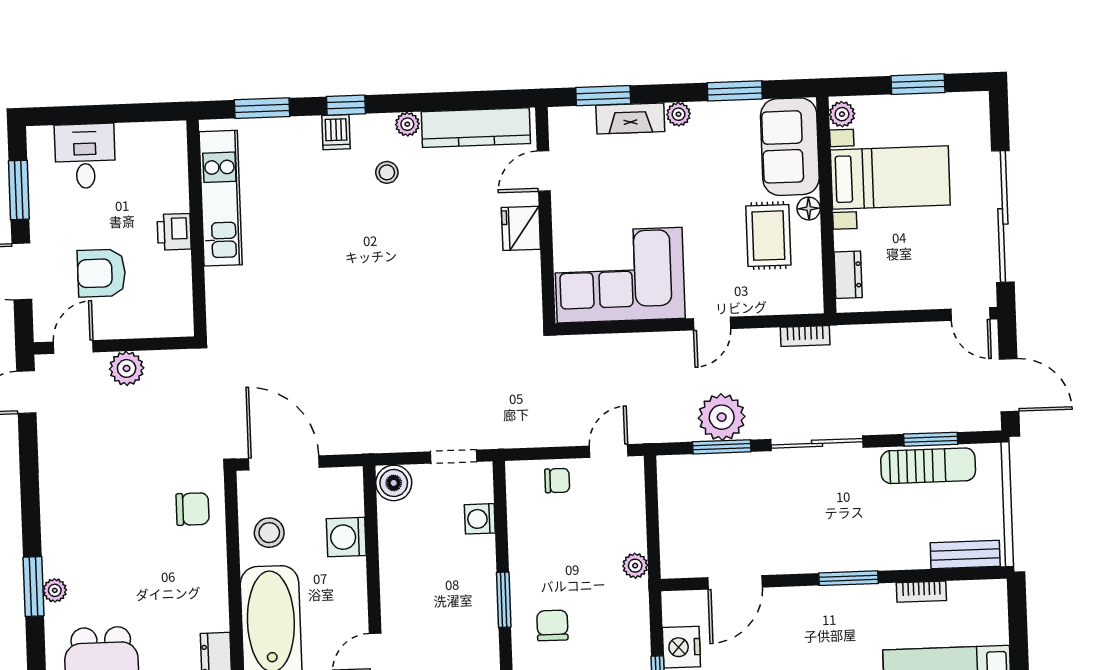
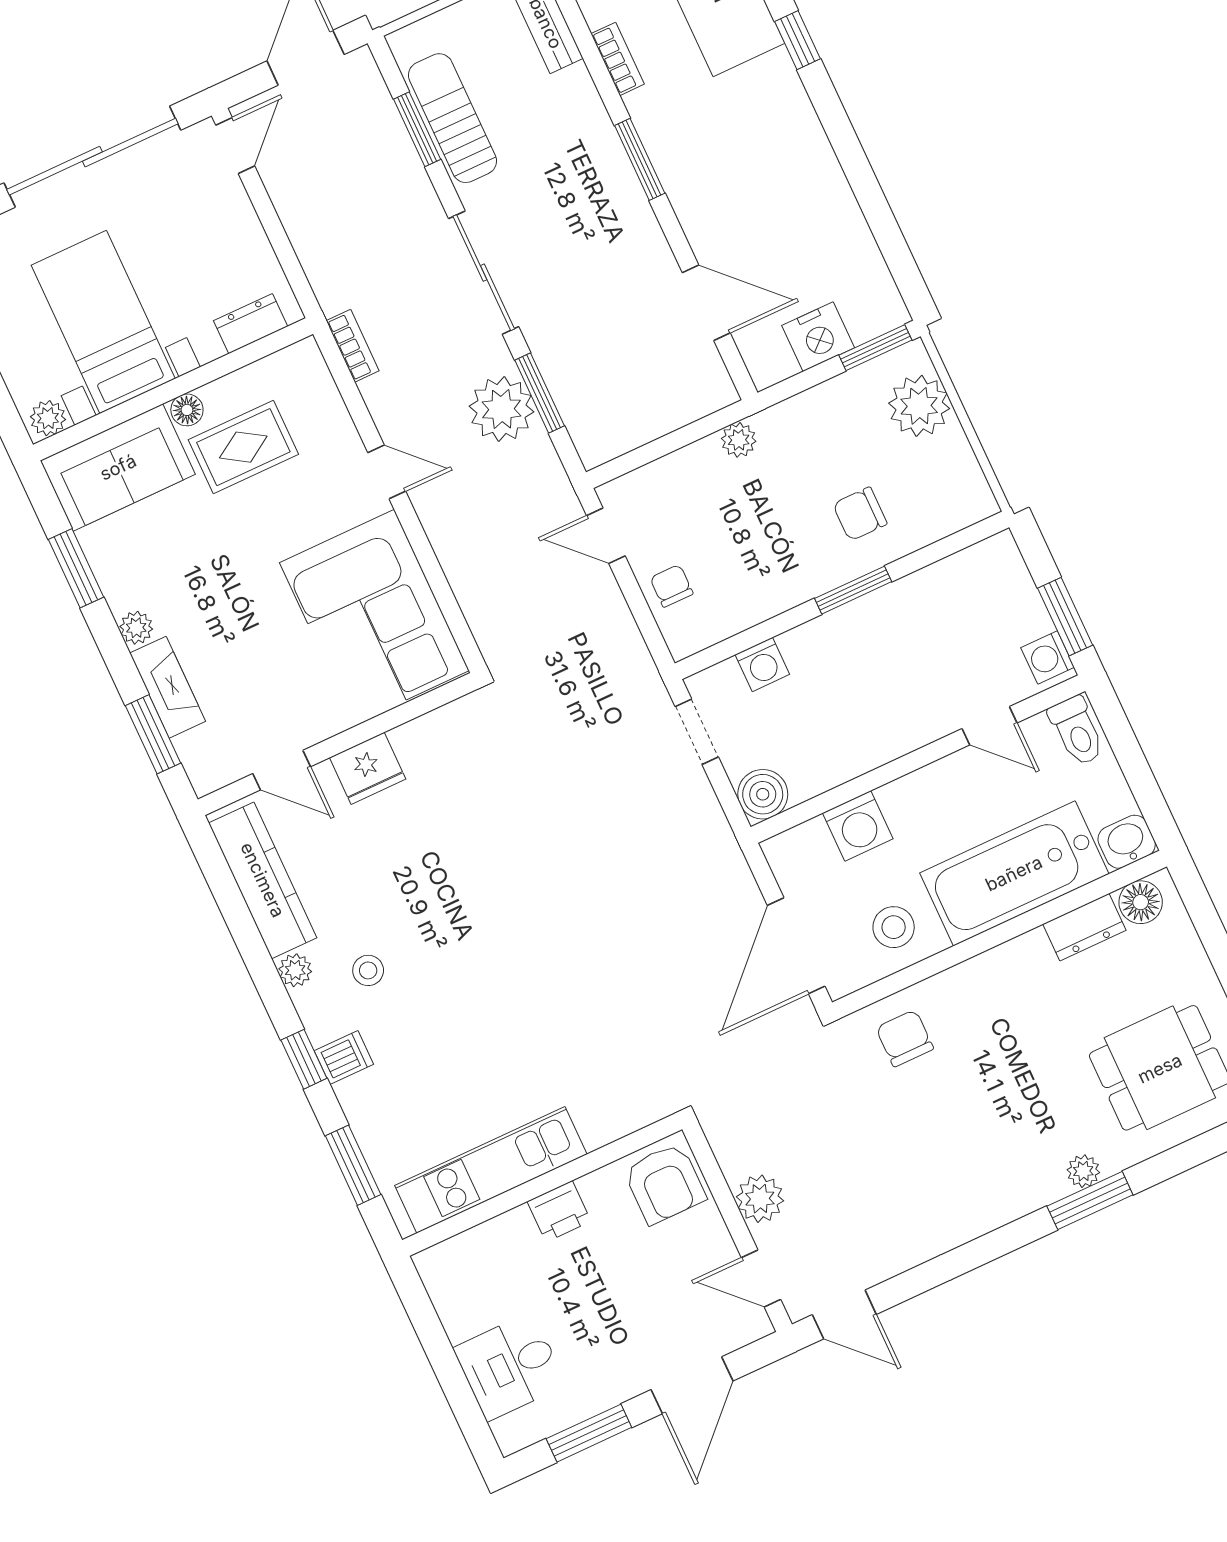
armchair: (101, 273) -> (665, 1183), moved

